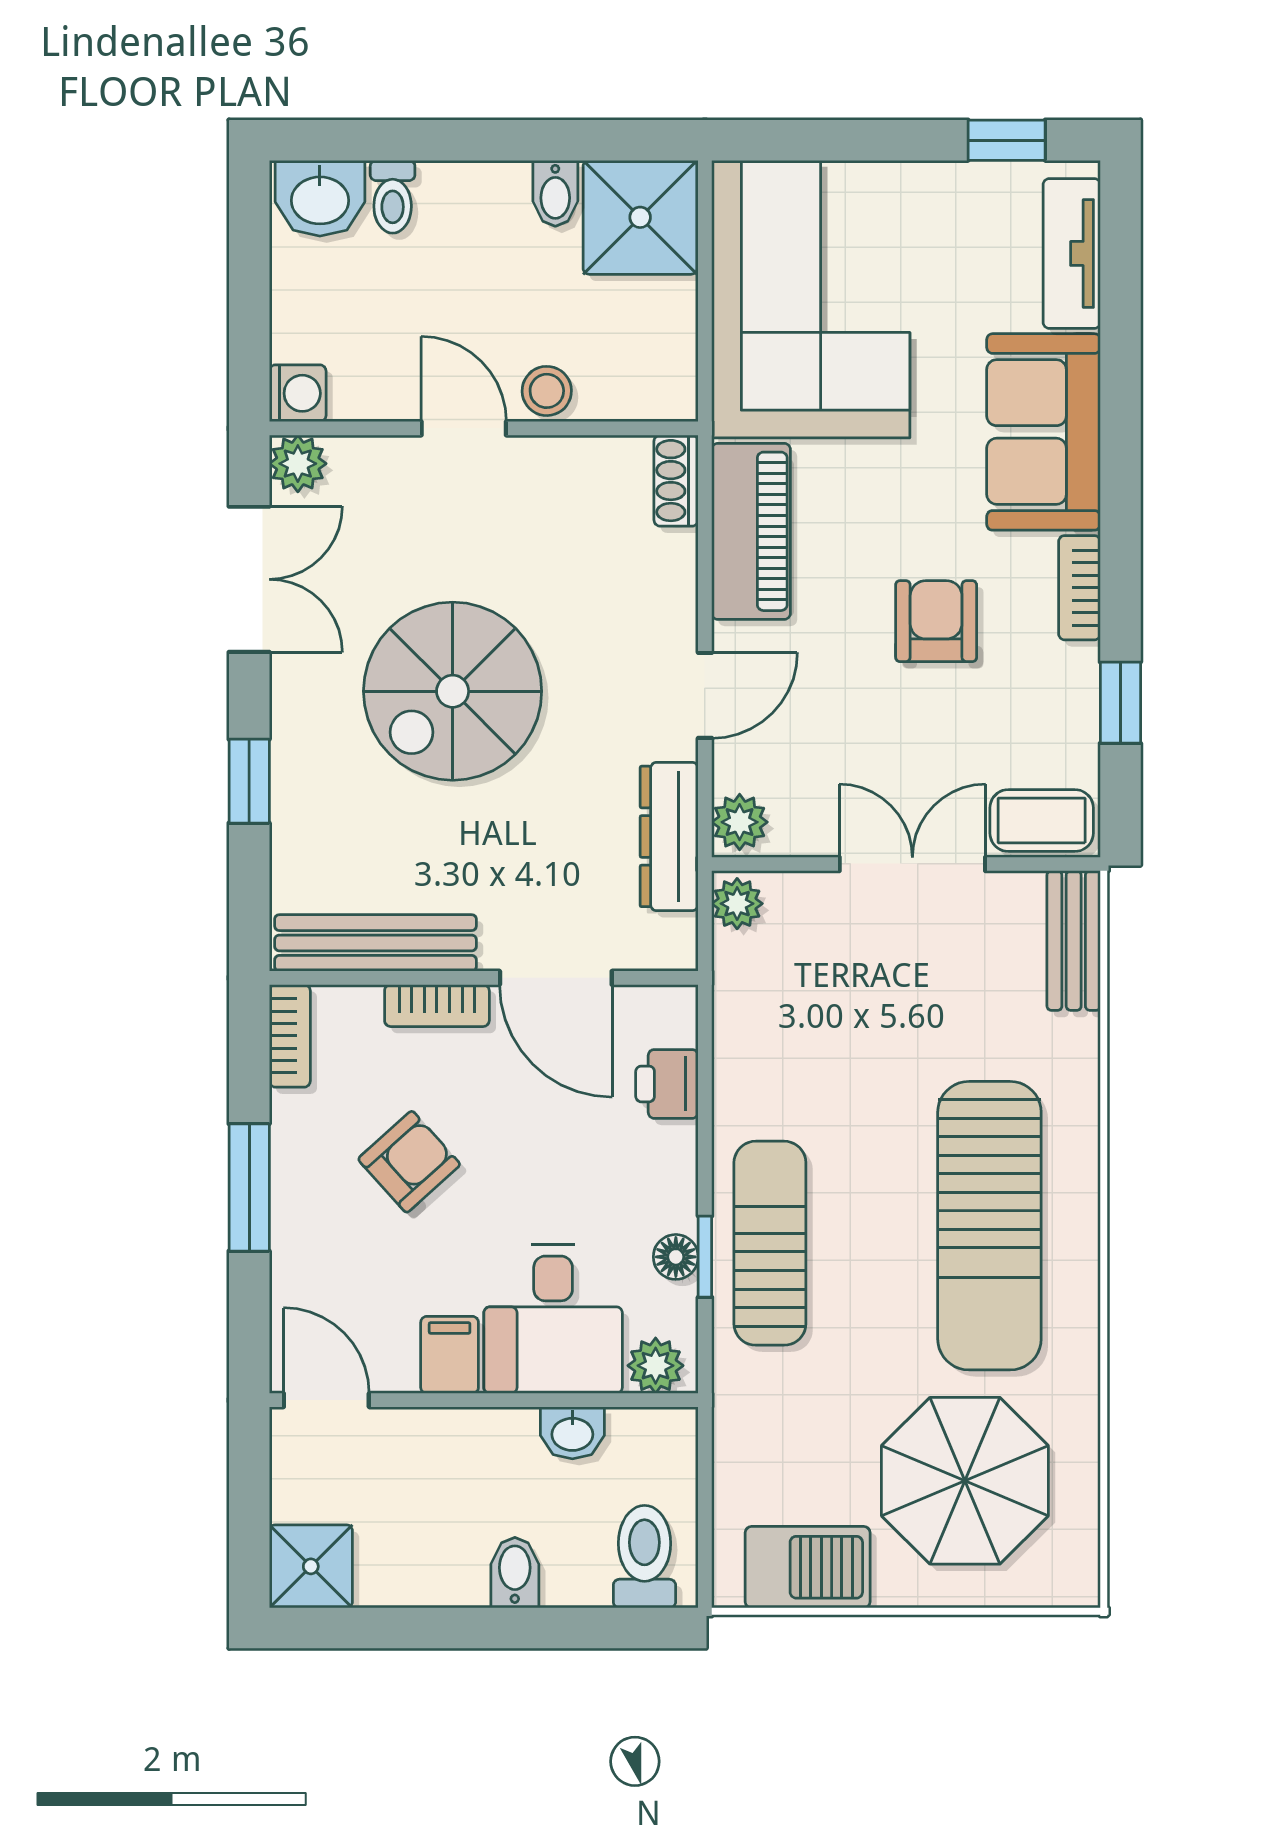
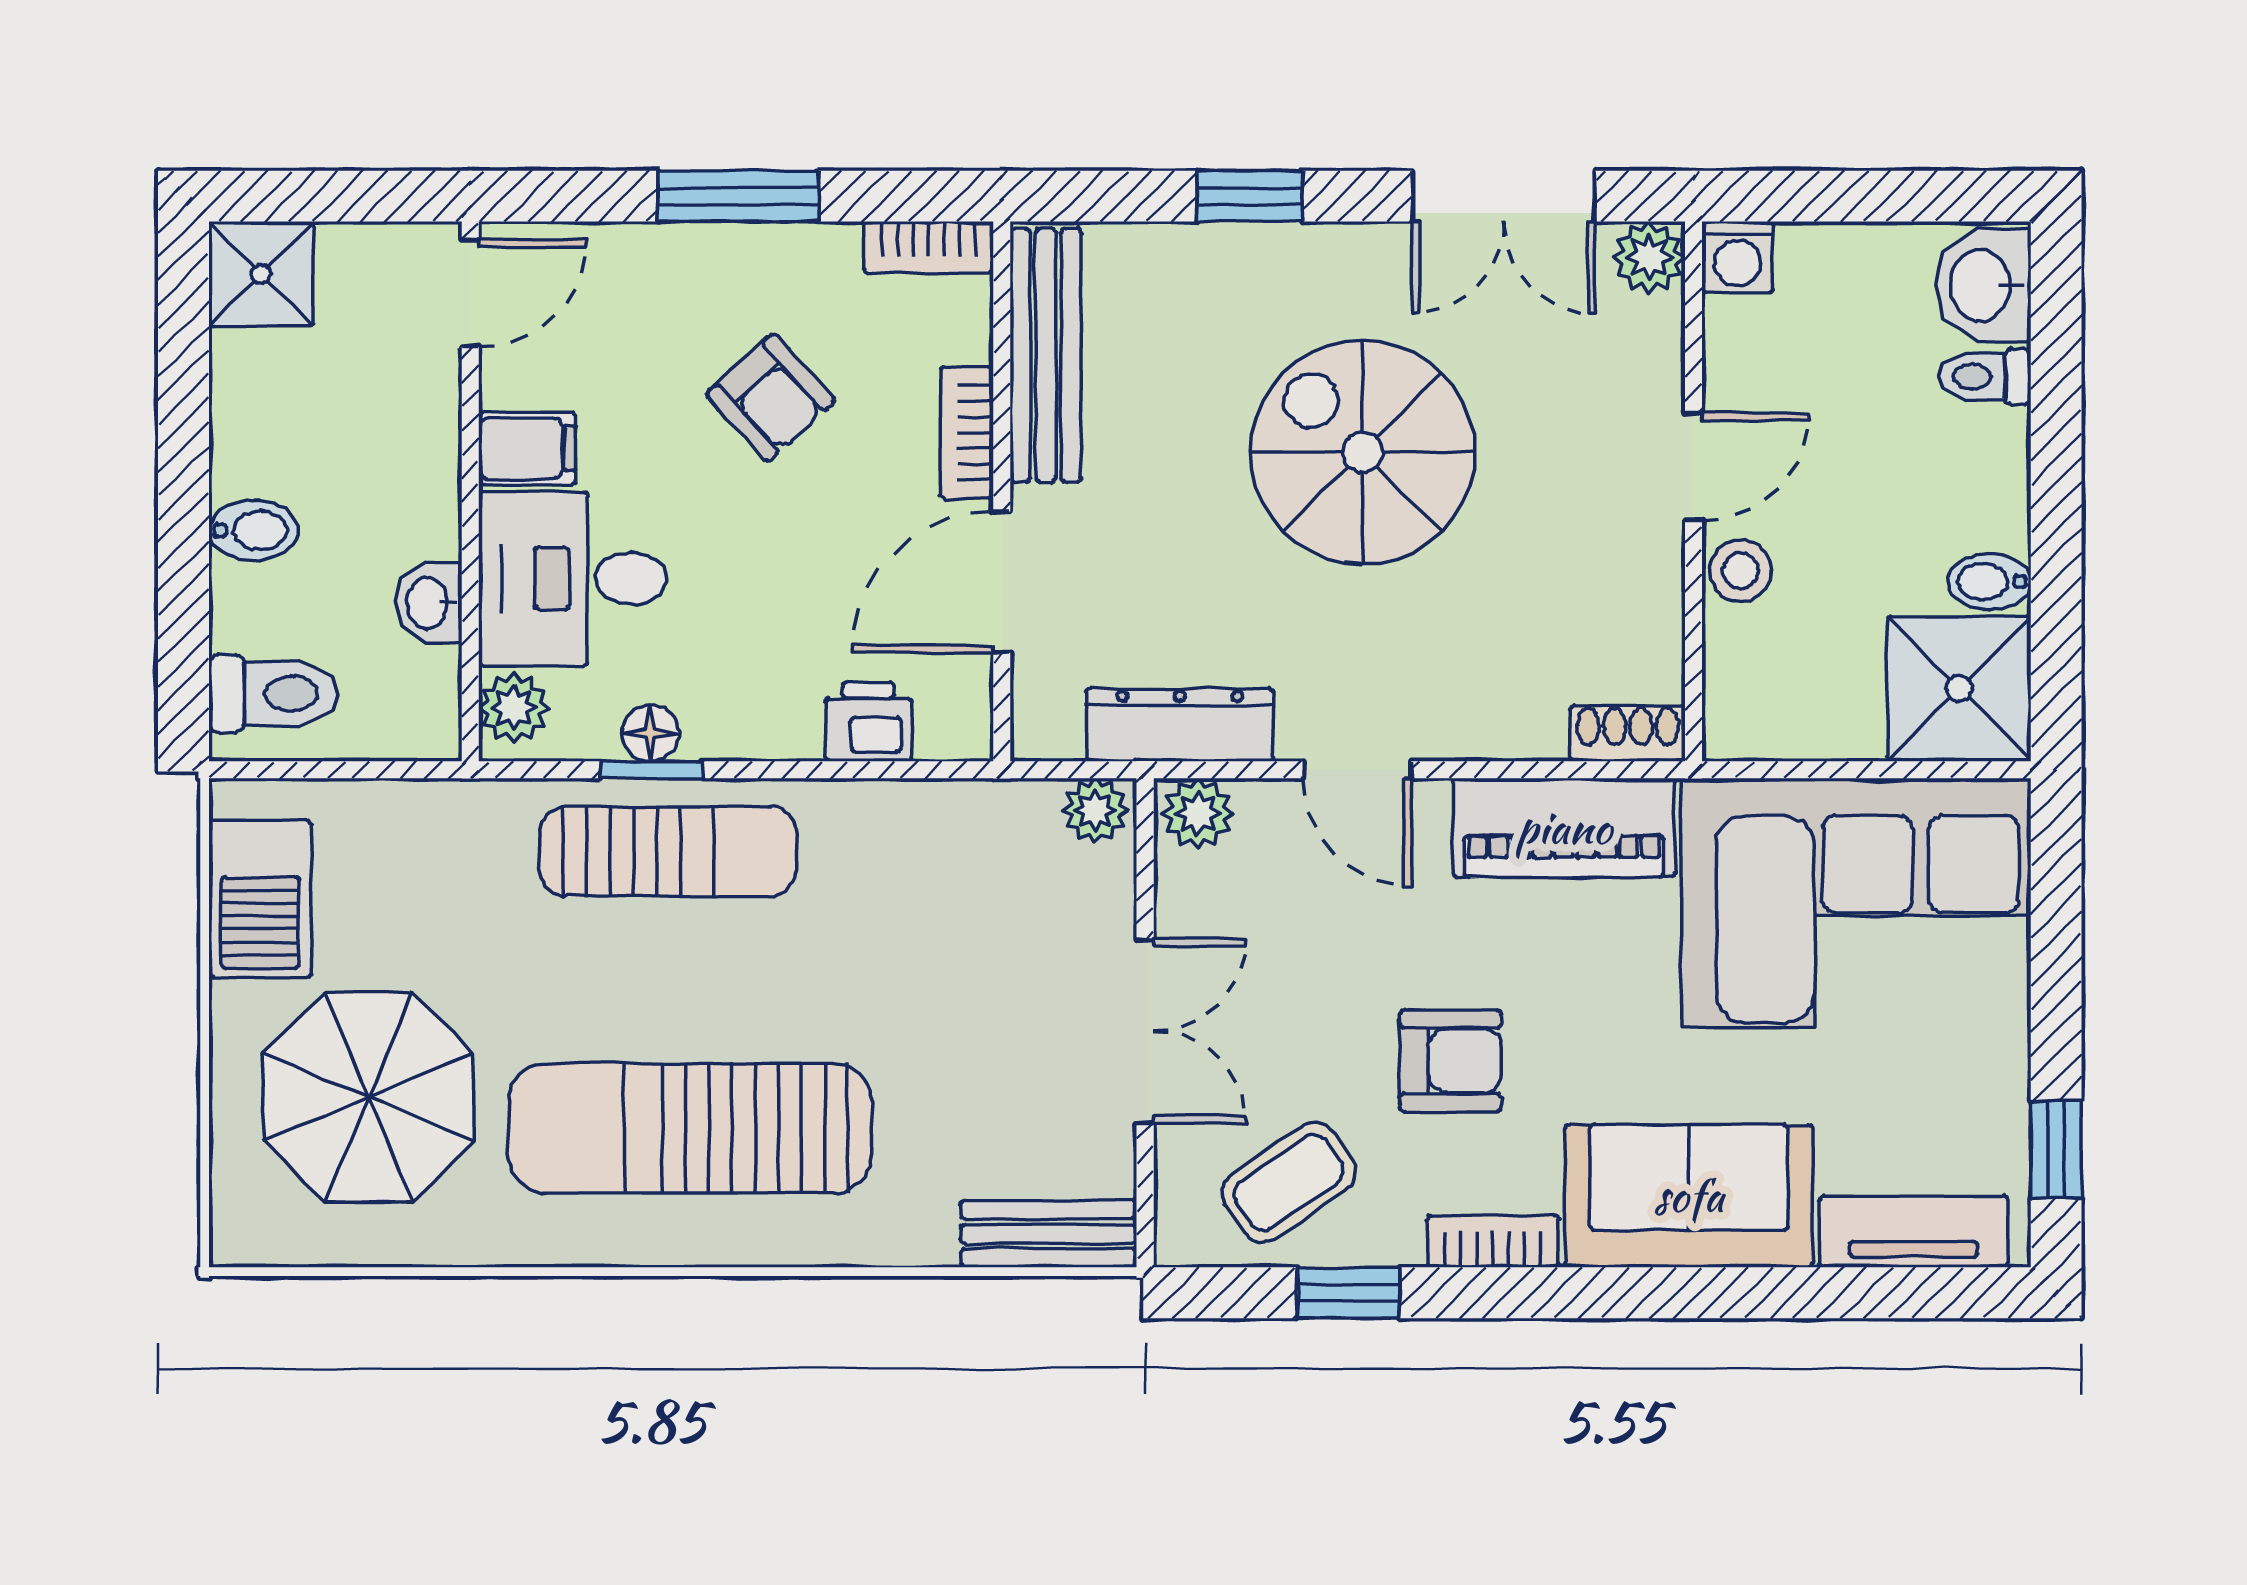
coffee table: (1042, 821) -> (1289, 1182), moved, turned 55

